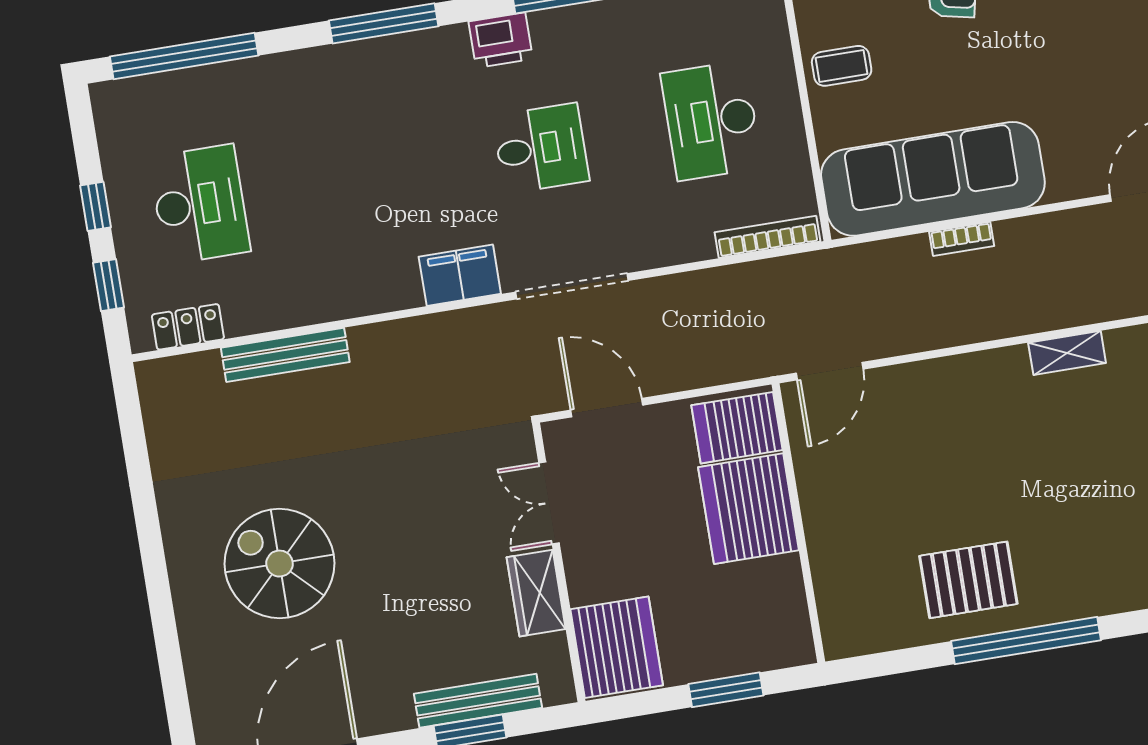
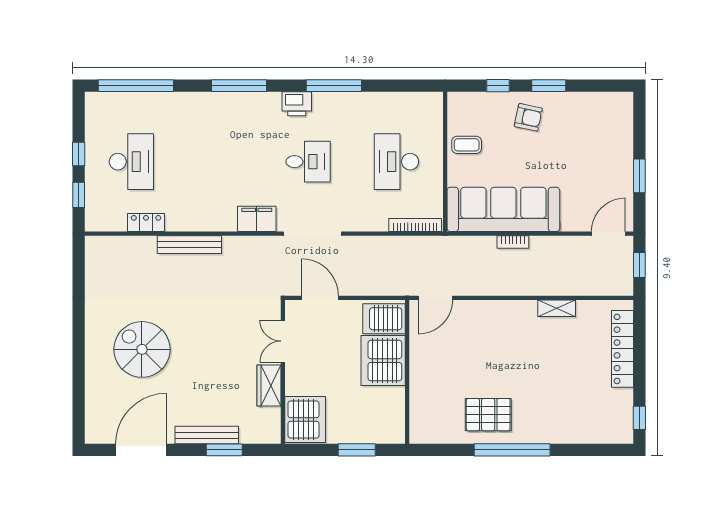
locker: (188, 327) -> (146, 222), moved
bench: (285, 355) -> (189, 245), moved
bench: (478, 701) -> (207, 435), moved

